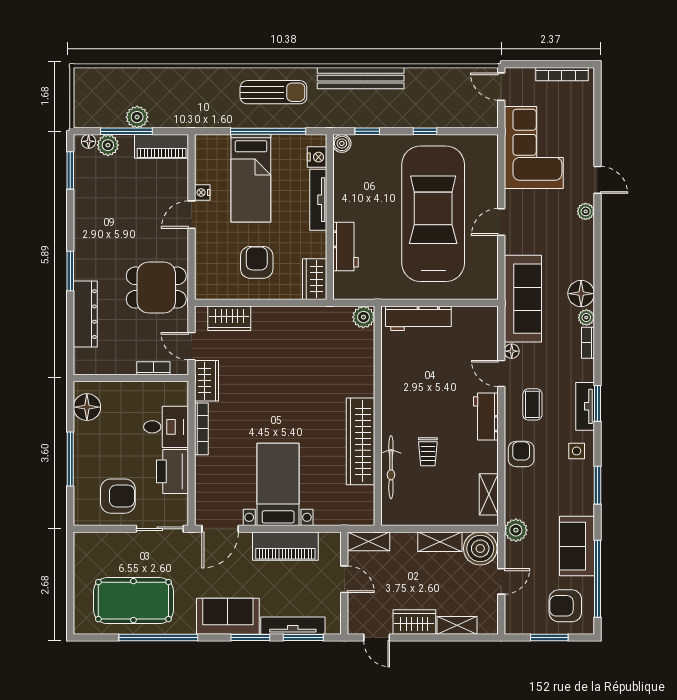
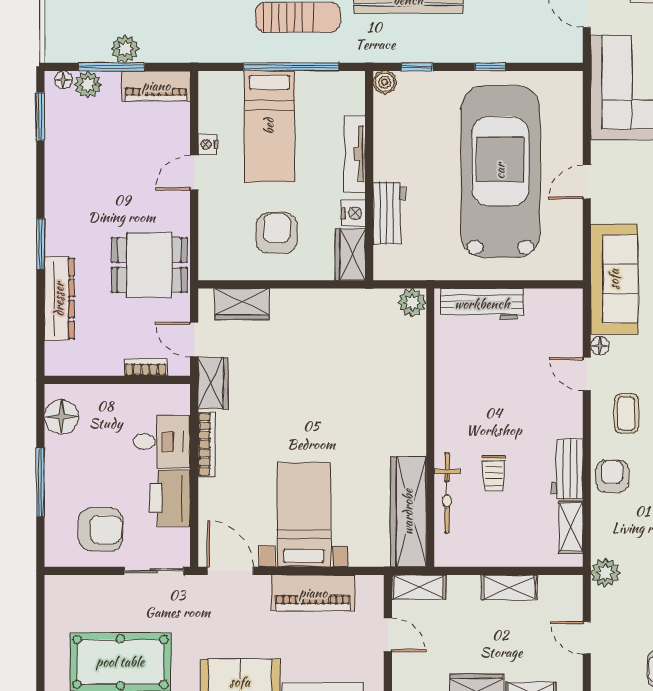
nightstand: (317, 157) -> (353, 213), moved
workbench: (486, 417) -> (567, 469), moved
wardrobe: (361, 441) -> (408, 512), moved
door: (220, 529) -> (230, 571), swing flipped
boiler: (480, 548) -> (560, 596), removed
door: (501, 581) -> (587, 638), swing flipped

